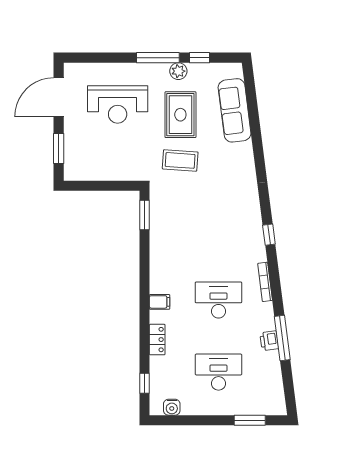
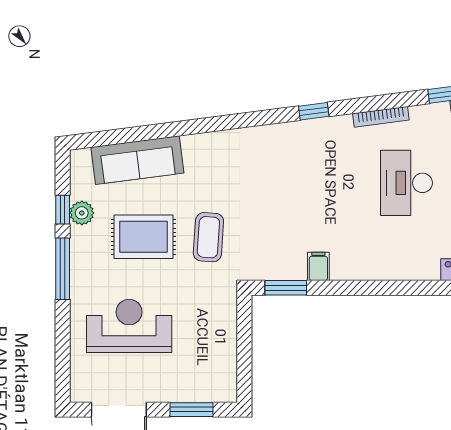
plant: (178, 71) -> (82, 213), moved
reception desk: (118, 104) -> (129, 326), turned -90
filing cabinet: (160, 302) -> (318, 266), moved

